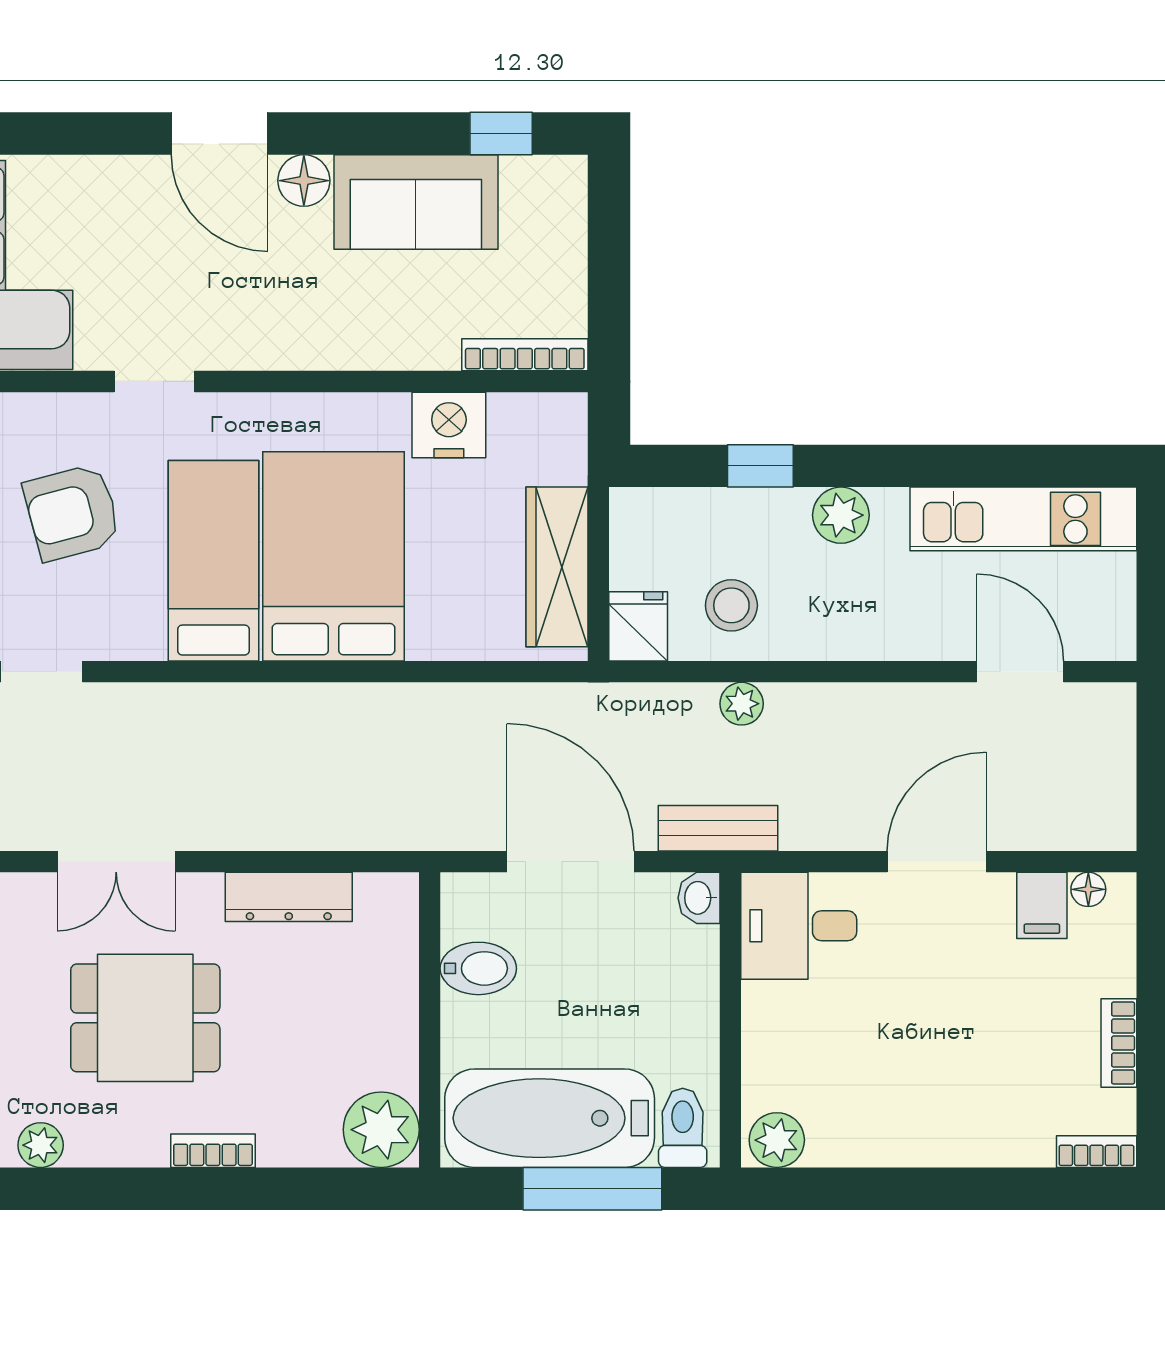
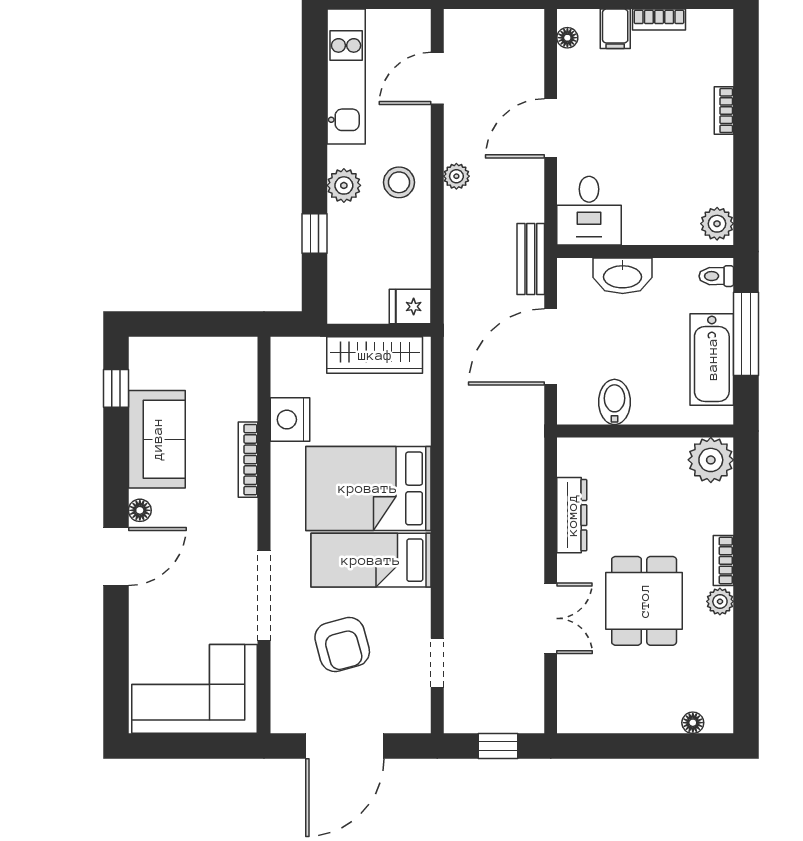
floor lamp: (304, 181) -> (140, 510), width x0.73, depth x0.73
bookcase: (525, 355) -> (248, 460), moved
doorway: (154, 381) -> (264, 595), width x1.88
stool: (731, 605) -> (399, 182), moved
plant: (742, 704) -> (456, 176), moved
door: (937, 862) -> (551, 128), hinge flipped
washbasin: (699, 898) -> (623, 276), moved, width x1.91, depth x1.45
filing cabinet: (1042, 905) -> (615, 29), moved, turned 90
bathtub: (550, 1118) -> (712, 359), width x0.73, depth x0.73
toilet: (683, 1128) -> (716, 276), width x0.73, depth x0.72
plant: (41, 1145) -> (720, 601), moved
bookcase: (1097, 1152) -> (724, 111), moved

